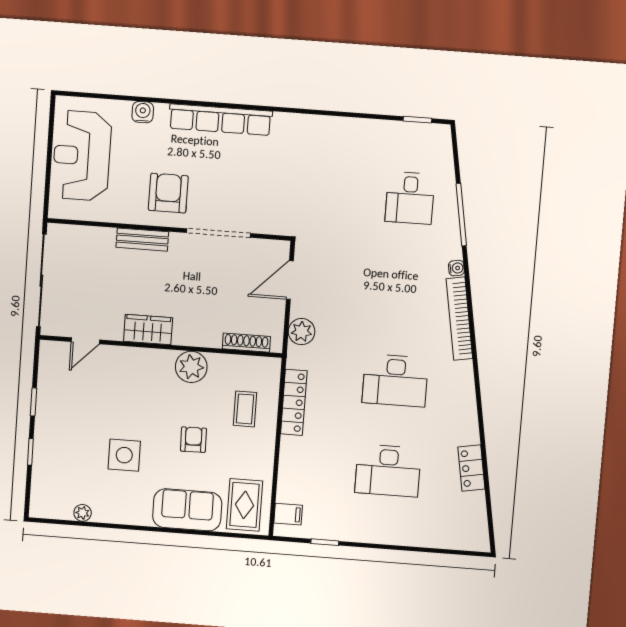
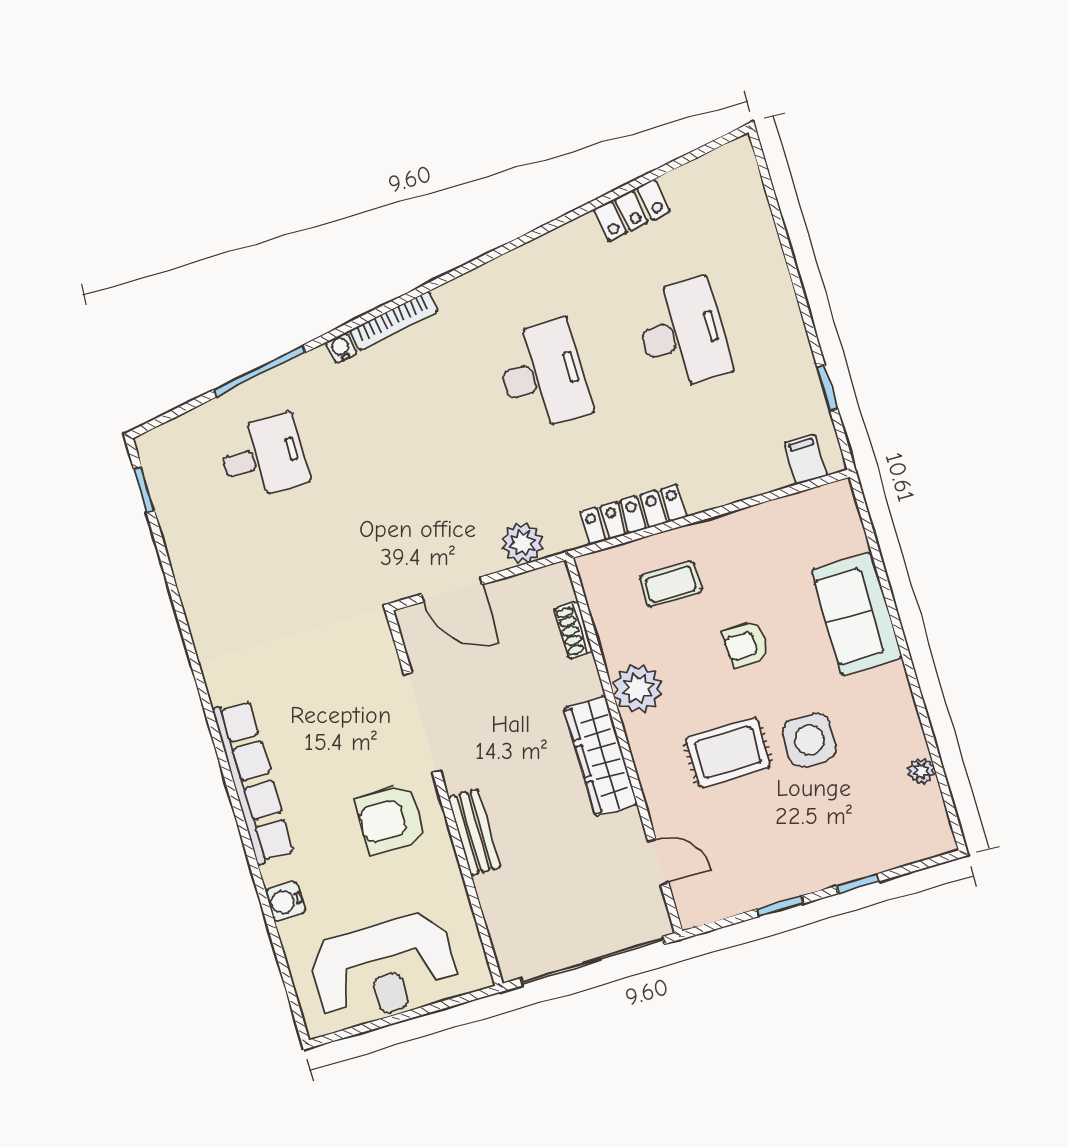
bookcase: (459, 319) -> (394, 321), width x0.68, depth x0.76
wardrobe: (148, 330) -> (601, 756), width x1.50
shoe rack: (246, 343) -> (573, 630), width x0.70
rug: (245, 505) -> (728, 752), moved

